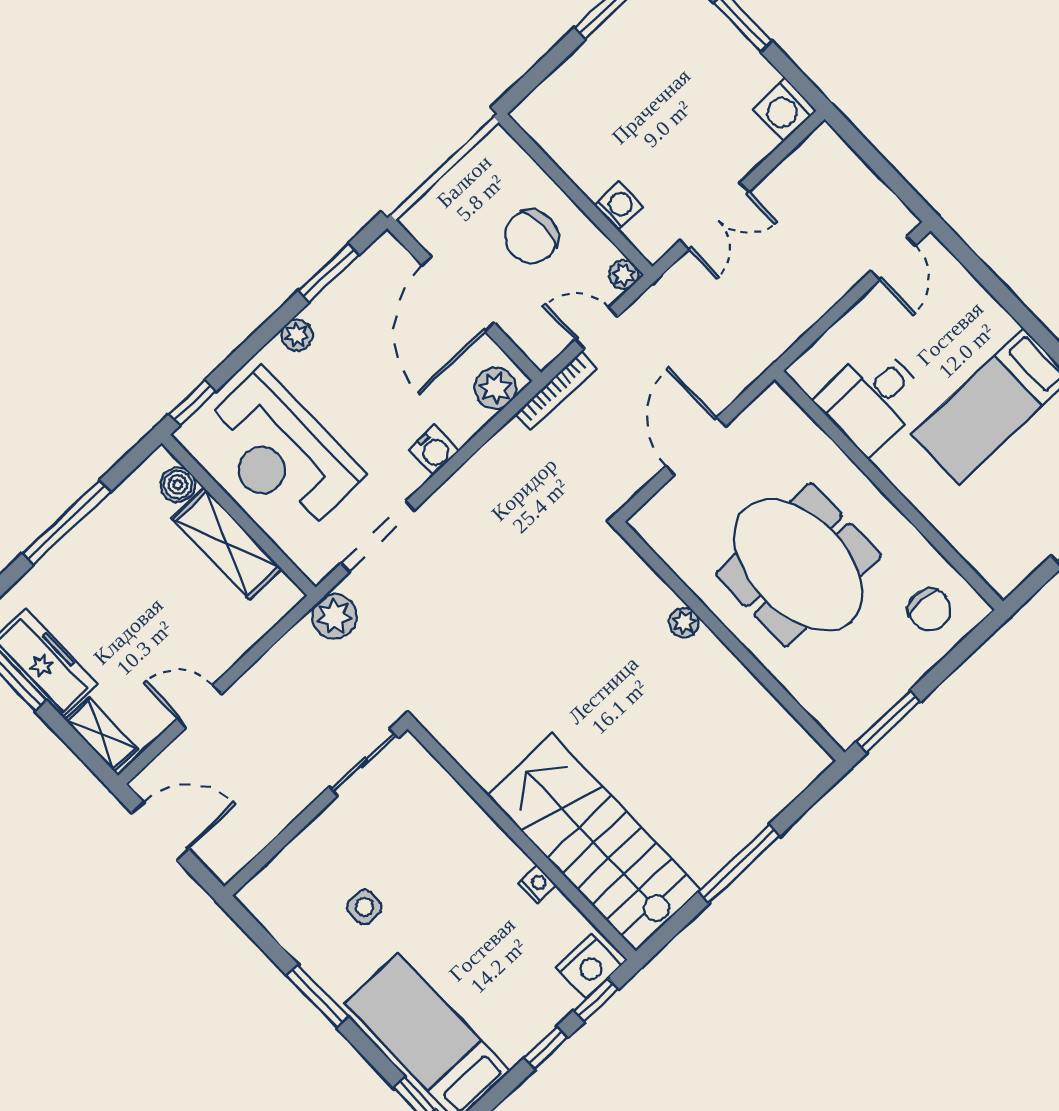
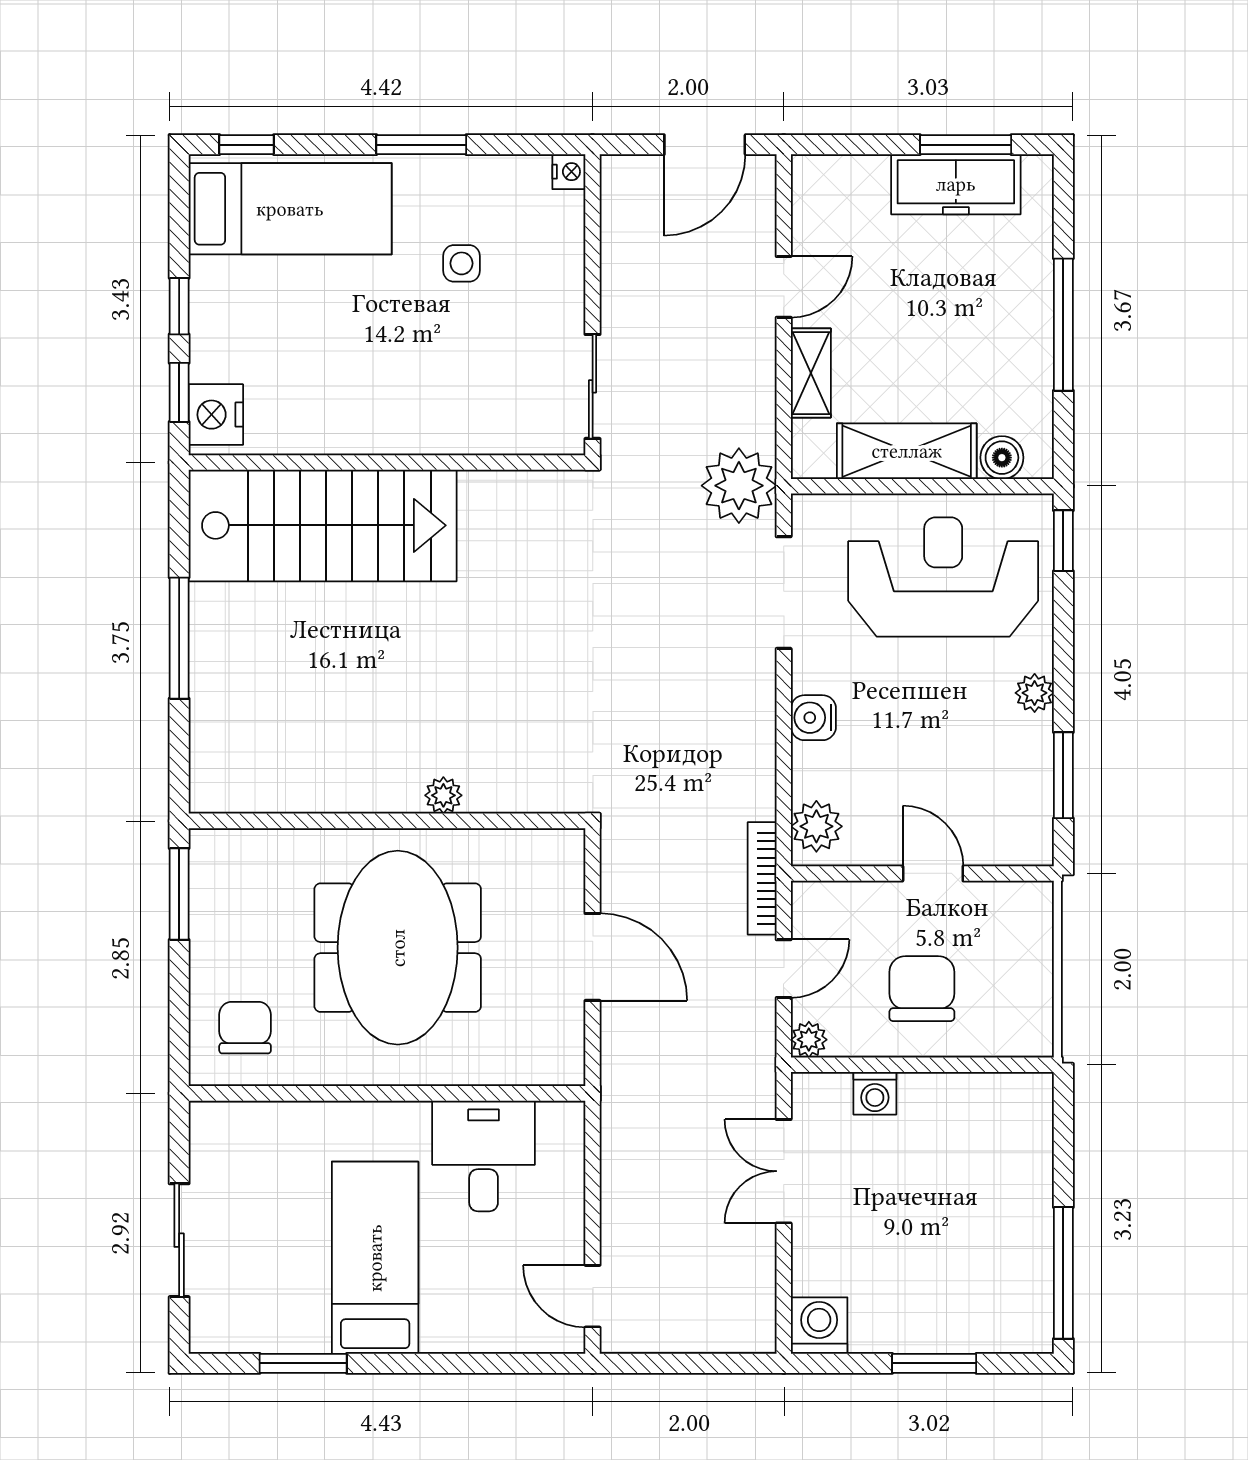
door: (458, 294) -> (933, 873), width x0.53
meeting table: (798, 565) -> (398, 948), turned 90
chair: (929, 609) -> (245, 1028), turned 90
plant: (334, 616) -> (739, 486), width x1.36, depth x1.36
shelving: (101, 735) -> (811, 373), moved, turned 90
nightstand: (537, 884) -> (569, 172), moved, turned -90

